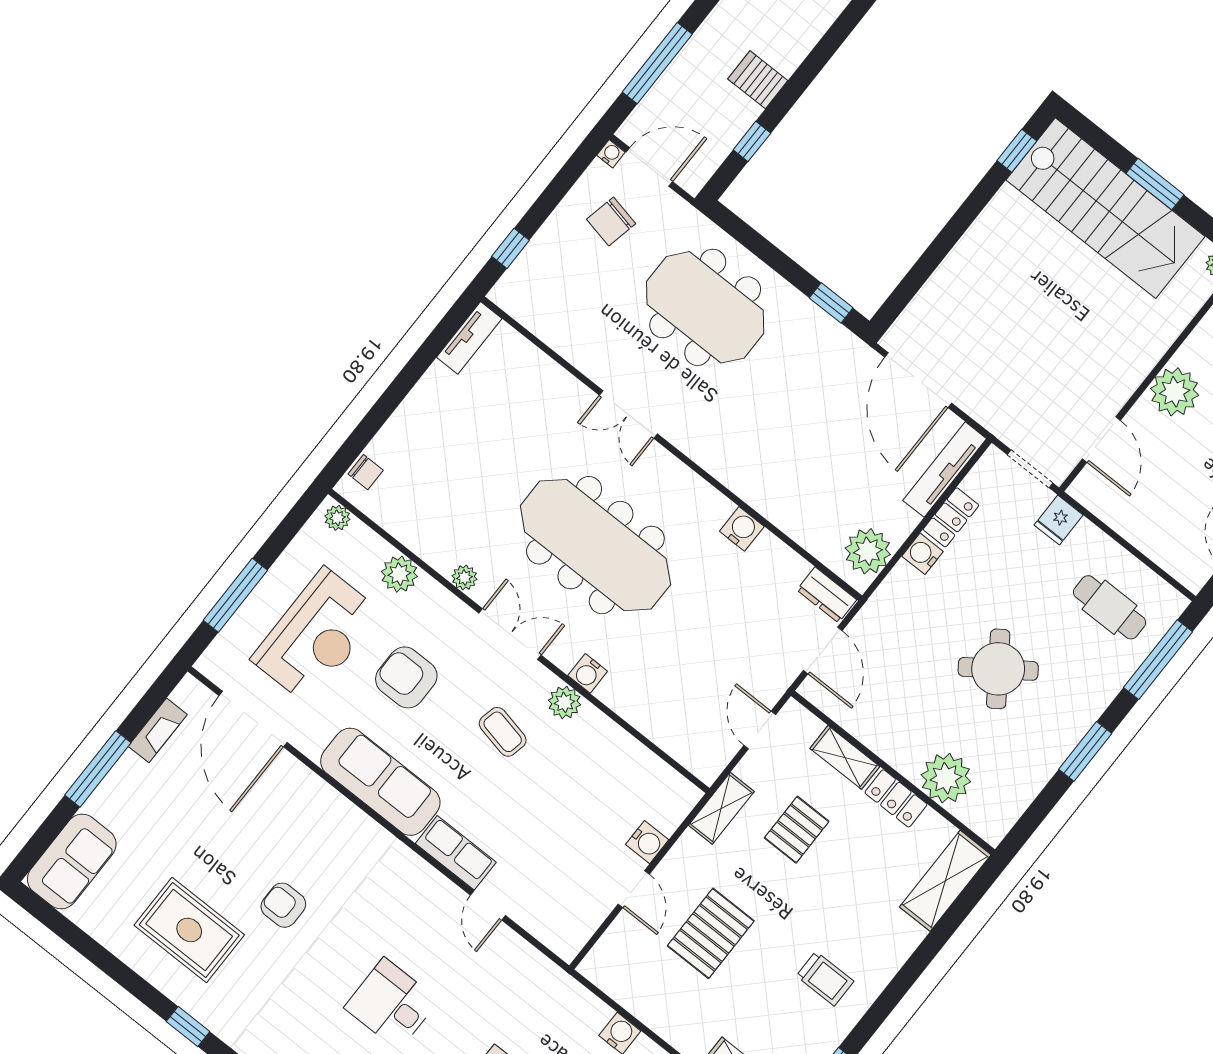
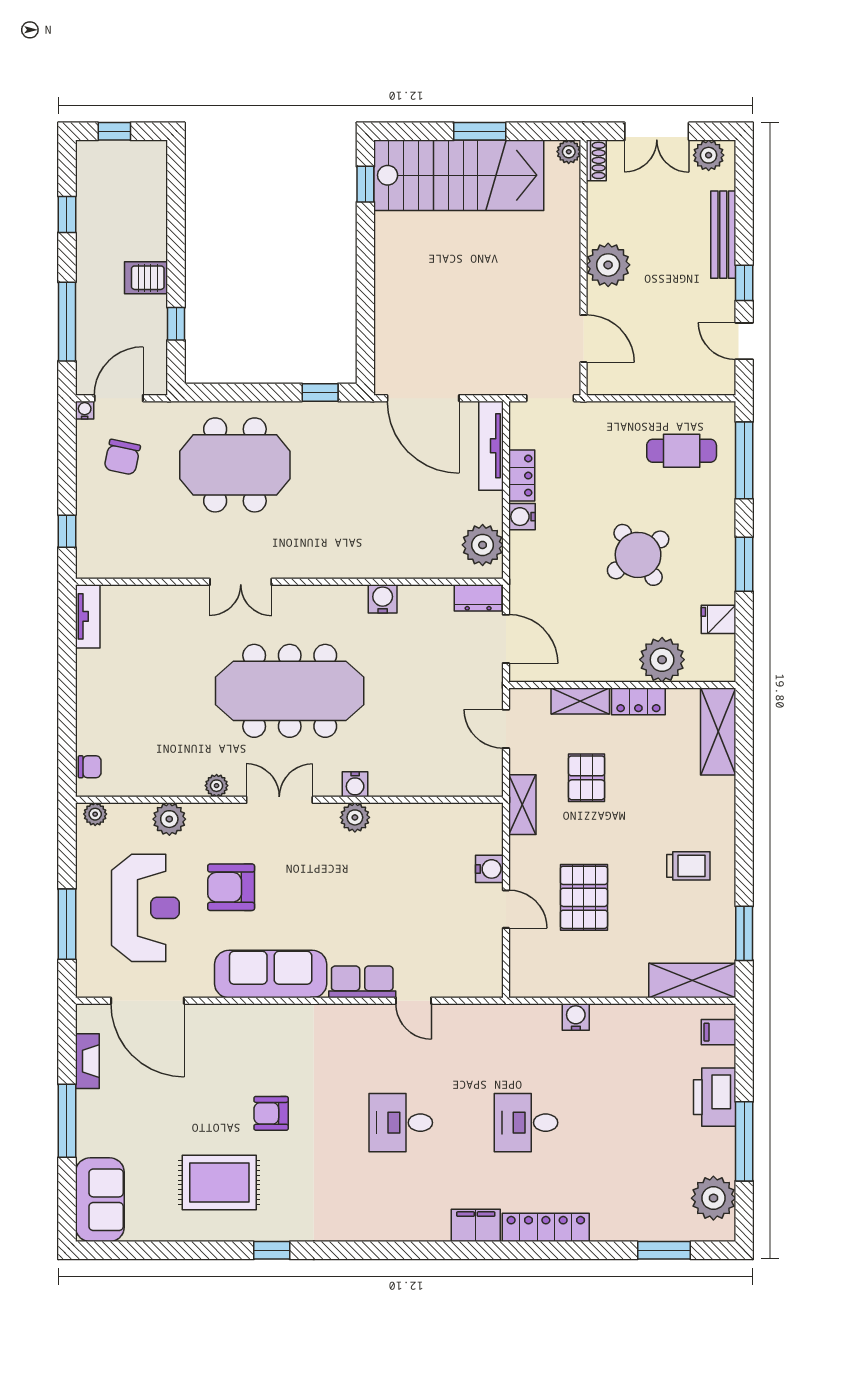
fridge: (1059, 520) -> (718, 619), moved, turned 90
coffee table: (503, 732) -> (328, 872), removed

